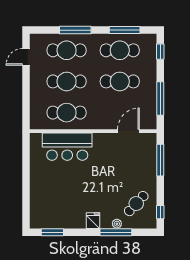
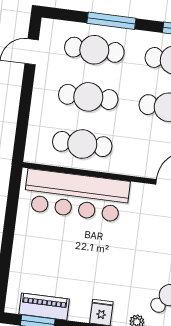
bar counter: (67, 147) -> (77, 196), width x1.36
piano: (55, 221) -> (44, 307), added

